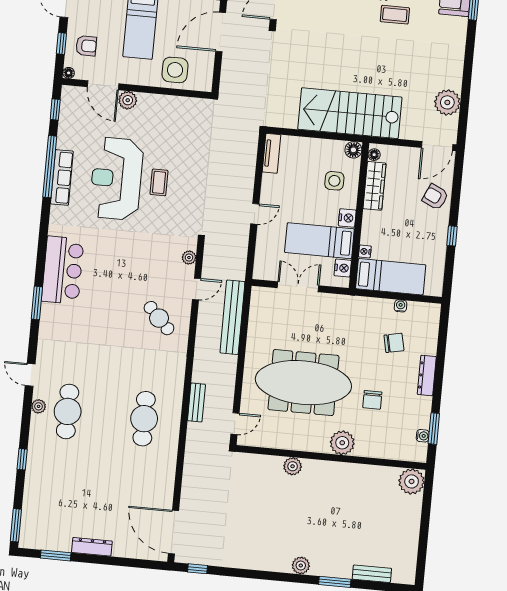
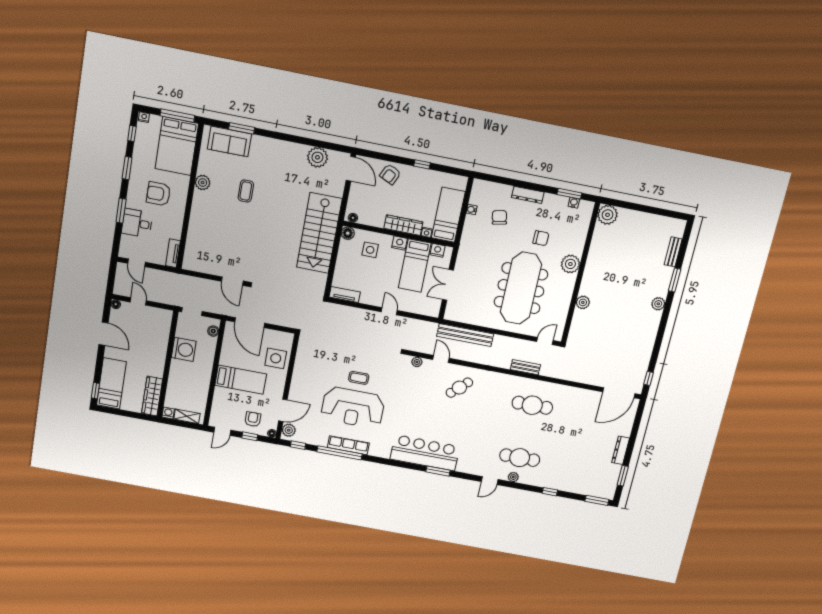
plant: (128, 100) -> (289, 430), moved
wardrobe: (374, 186) -> (403, 225), moved
bar counter: (63, 270) -> (425, 453), width x1.36
door: (235, 424) -> (545, 341), hinge flipped

